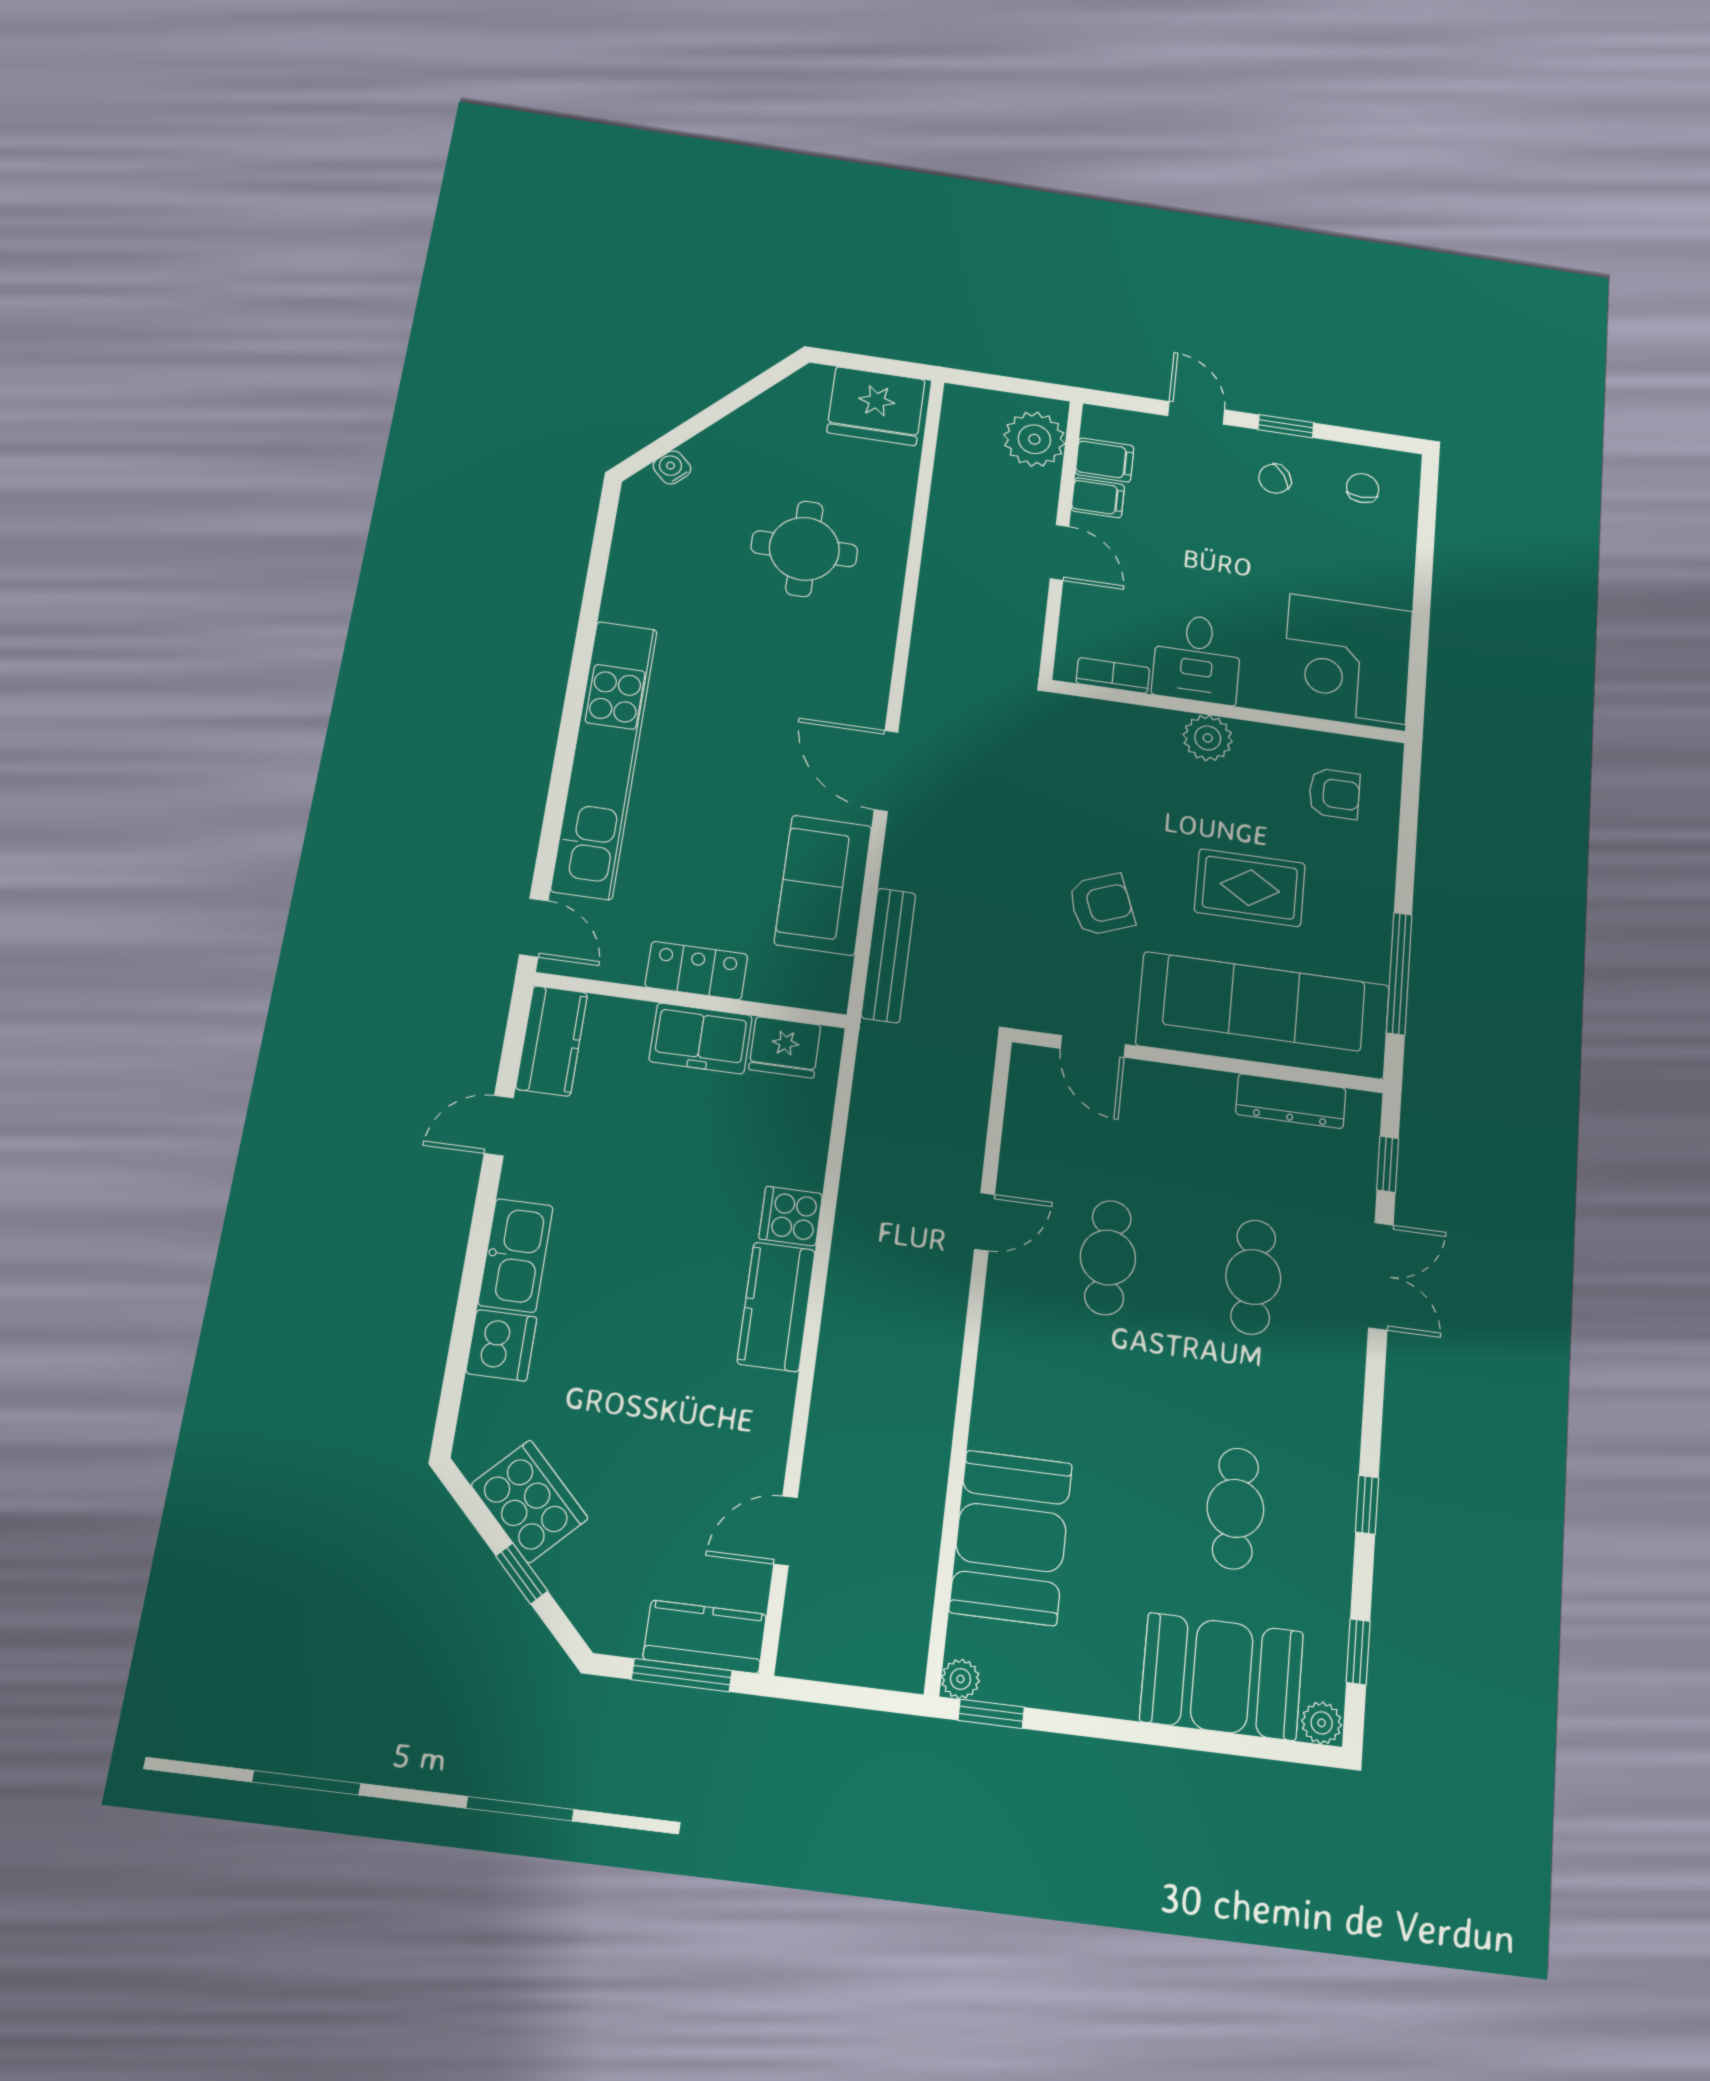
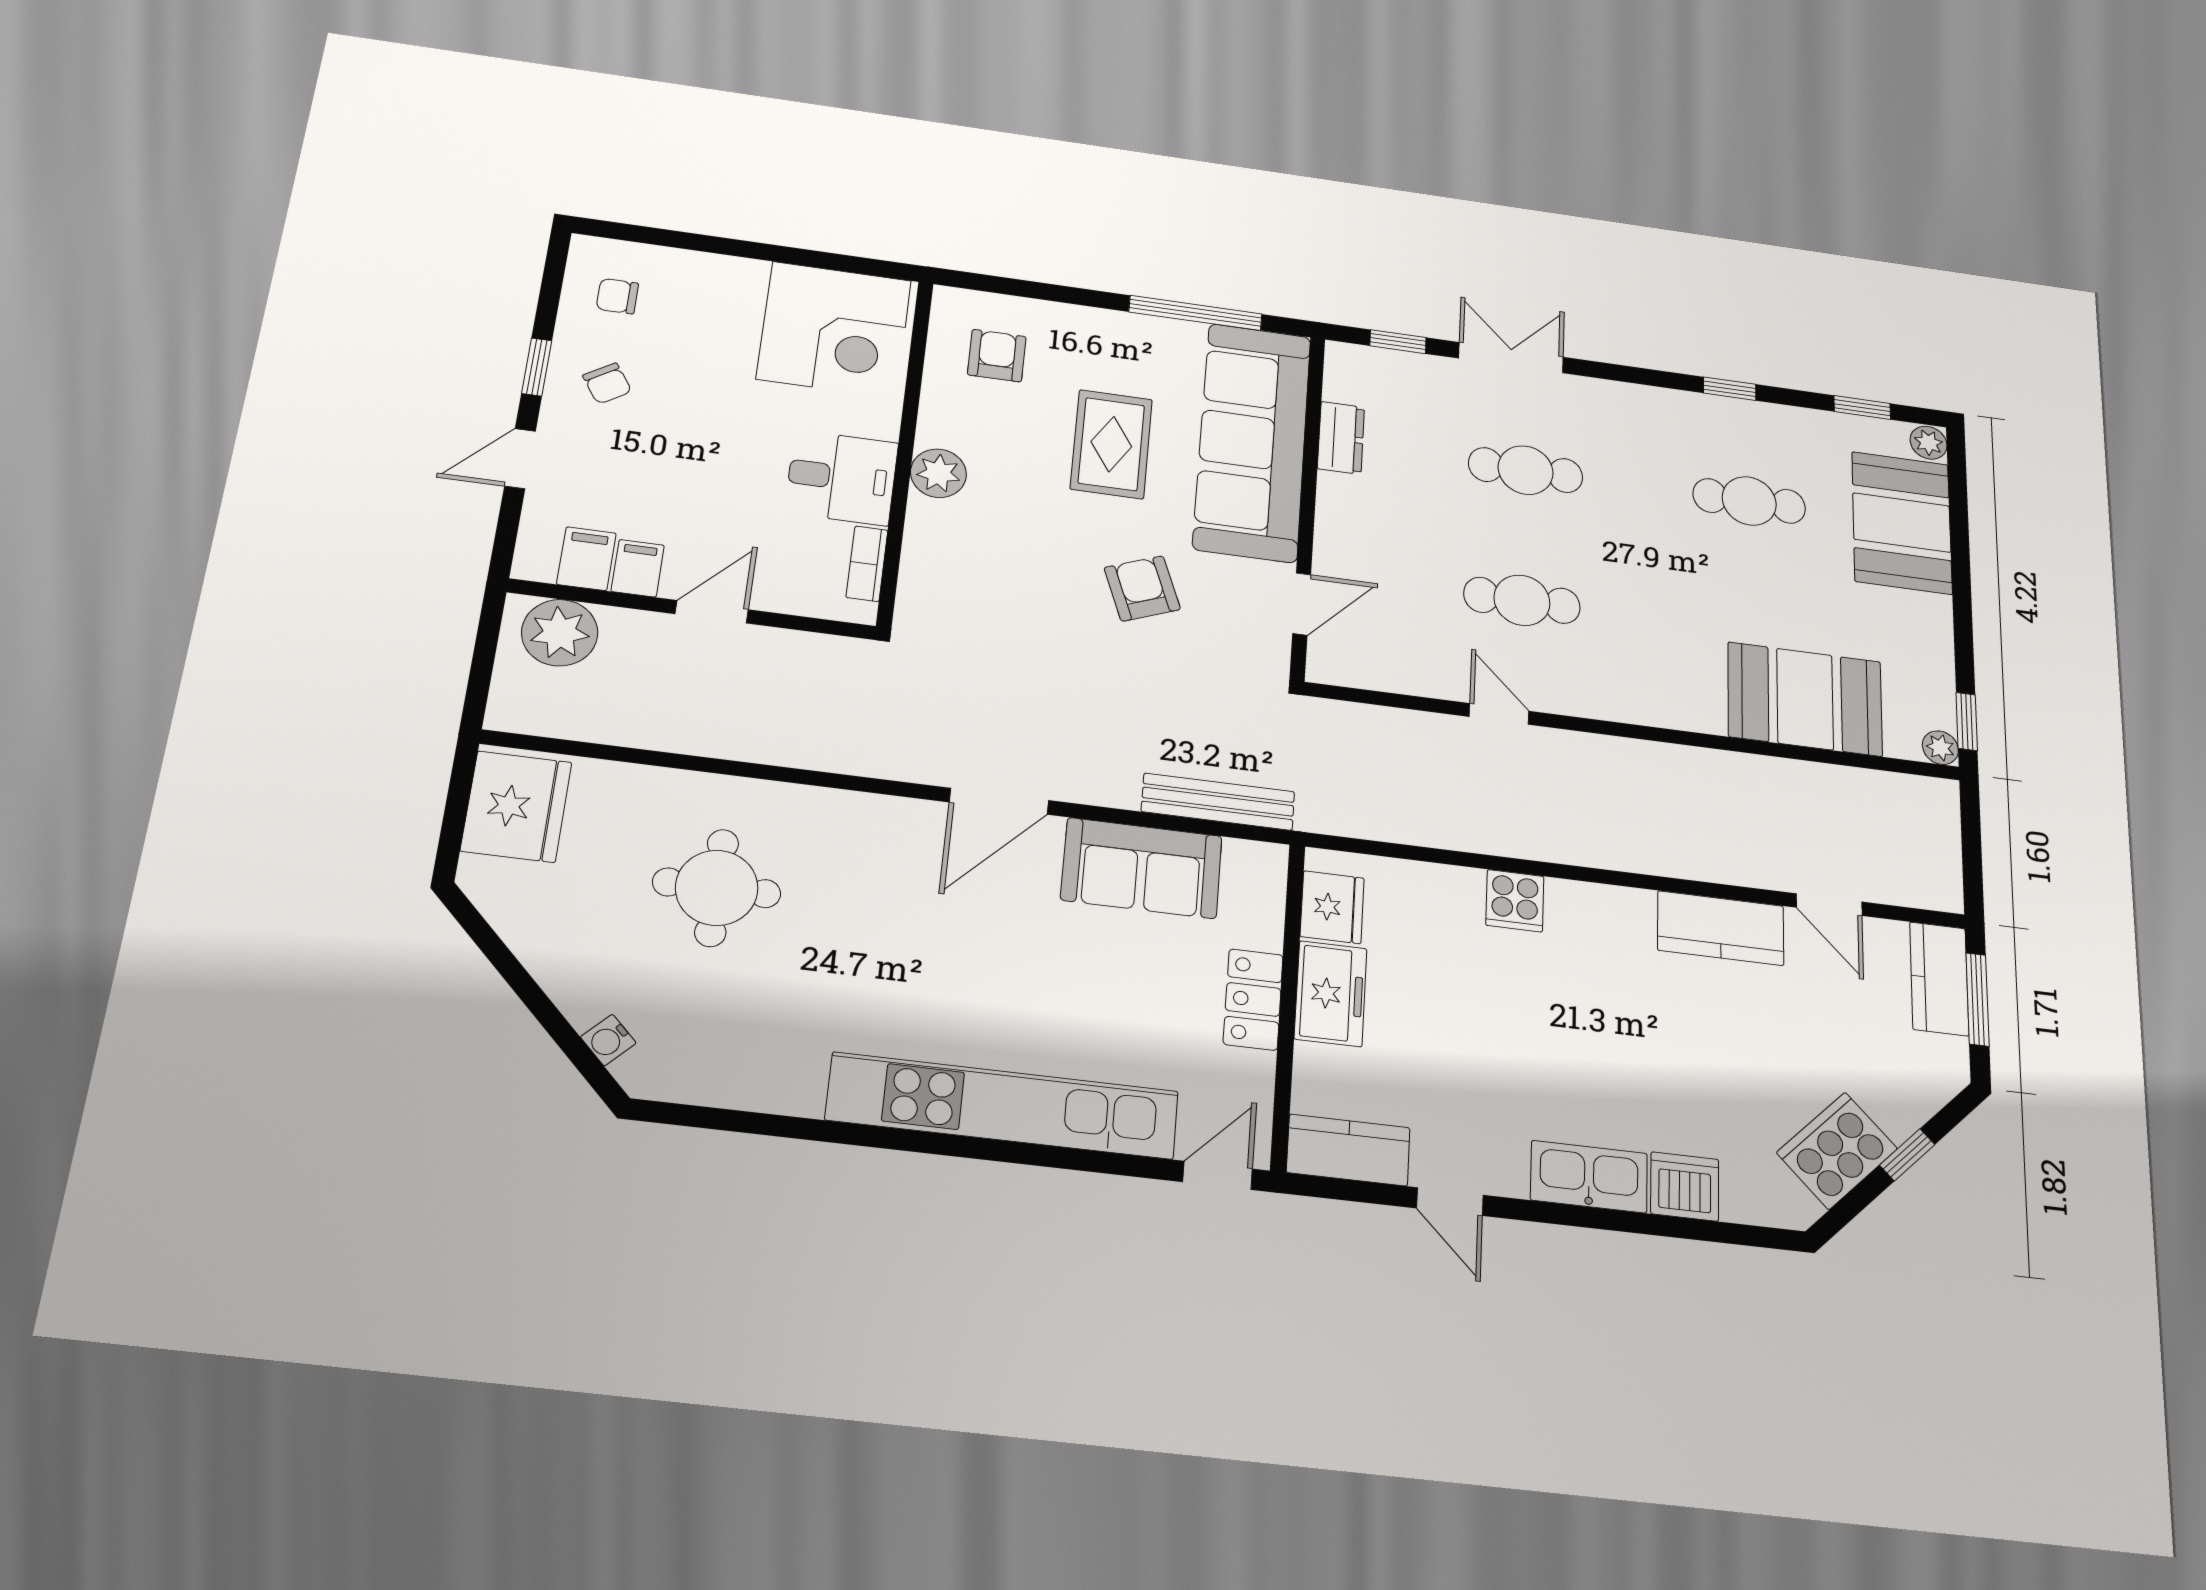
dresser: (1291, 1101) -> (1341, 438), width x0.70
kitchen counter: (776, 1307) -> (1721, 928), moved

